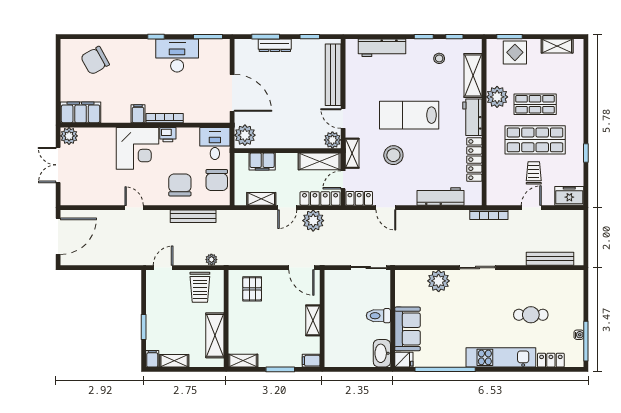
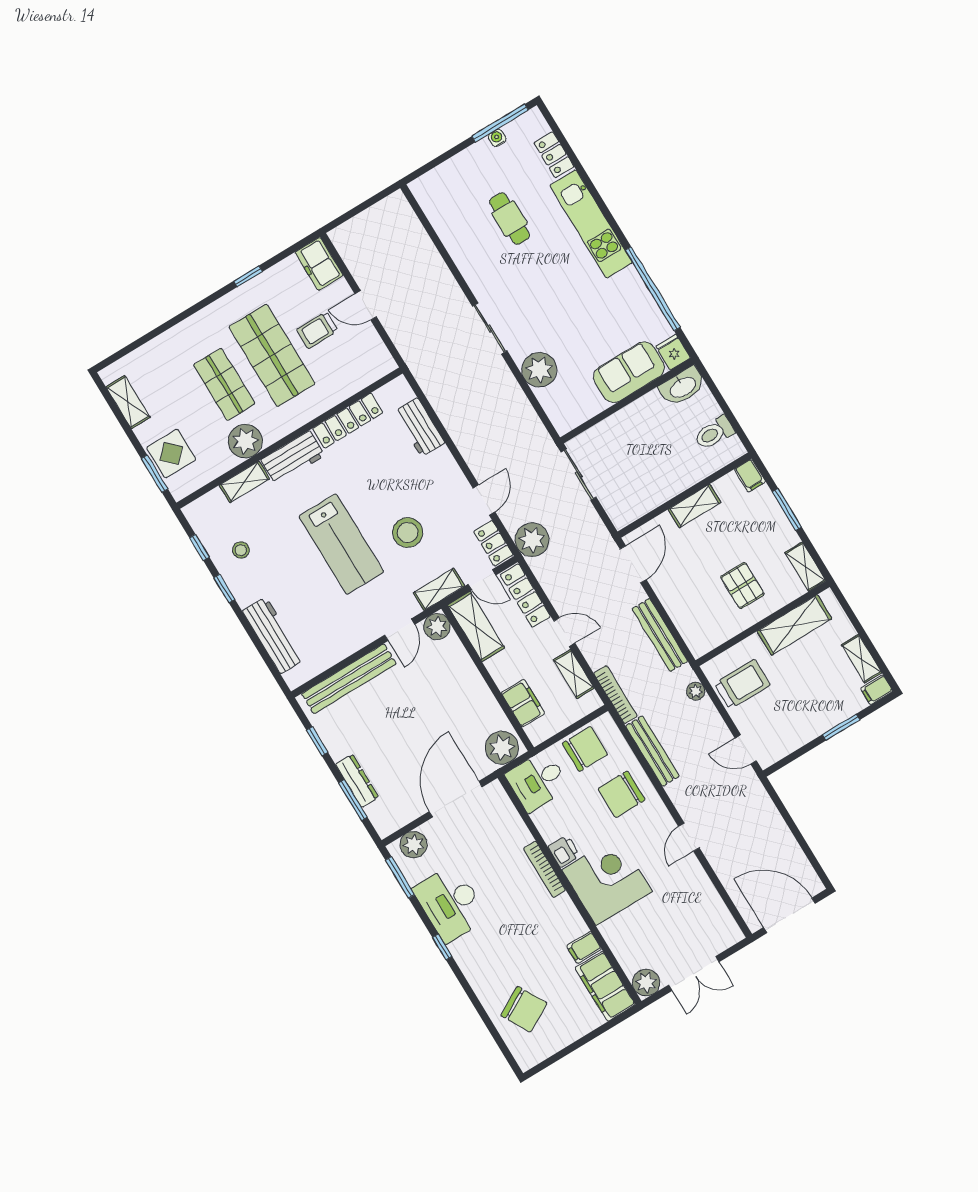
plant: (221, 55) -> (414, 845), added
shelving: (473, 75) -> (244, 482), width x0.67, depth x0.75
filing cabinet: (138, 114) -> (584, 947), moved
workbench: (441, 196) -> (419, 427), width x0.73
bookcase: (489, 215) -> (615, 695), moved
plant: (313, 221) -> (532, 540), moved
bench: (550, 259) -> (660, 635), moved
pallet: (252, 289) -> (742, 586), moved, turned 90
toilet: (378, 316) -> (714, 433), moved, turned 90

